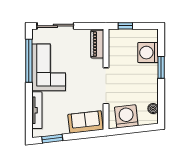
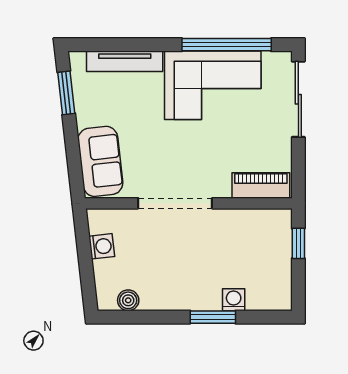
washing machine: (148, 53) -> (234, 300), width x0.53, depth x0.53
washing machine: (126, 116) -> (102, 246), width x0.53, depth x0.53

